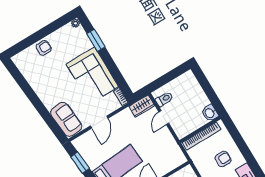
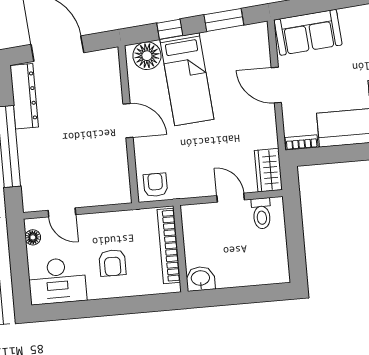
armchair: (175, 157) -> (155, 185), added

